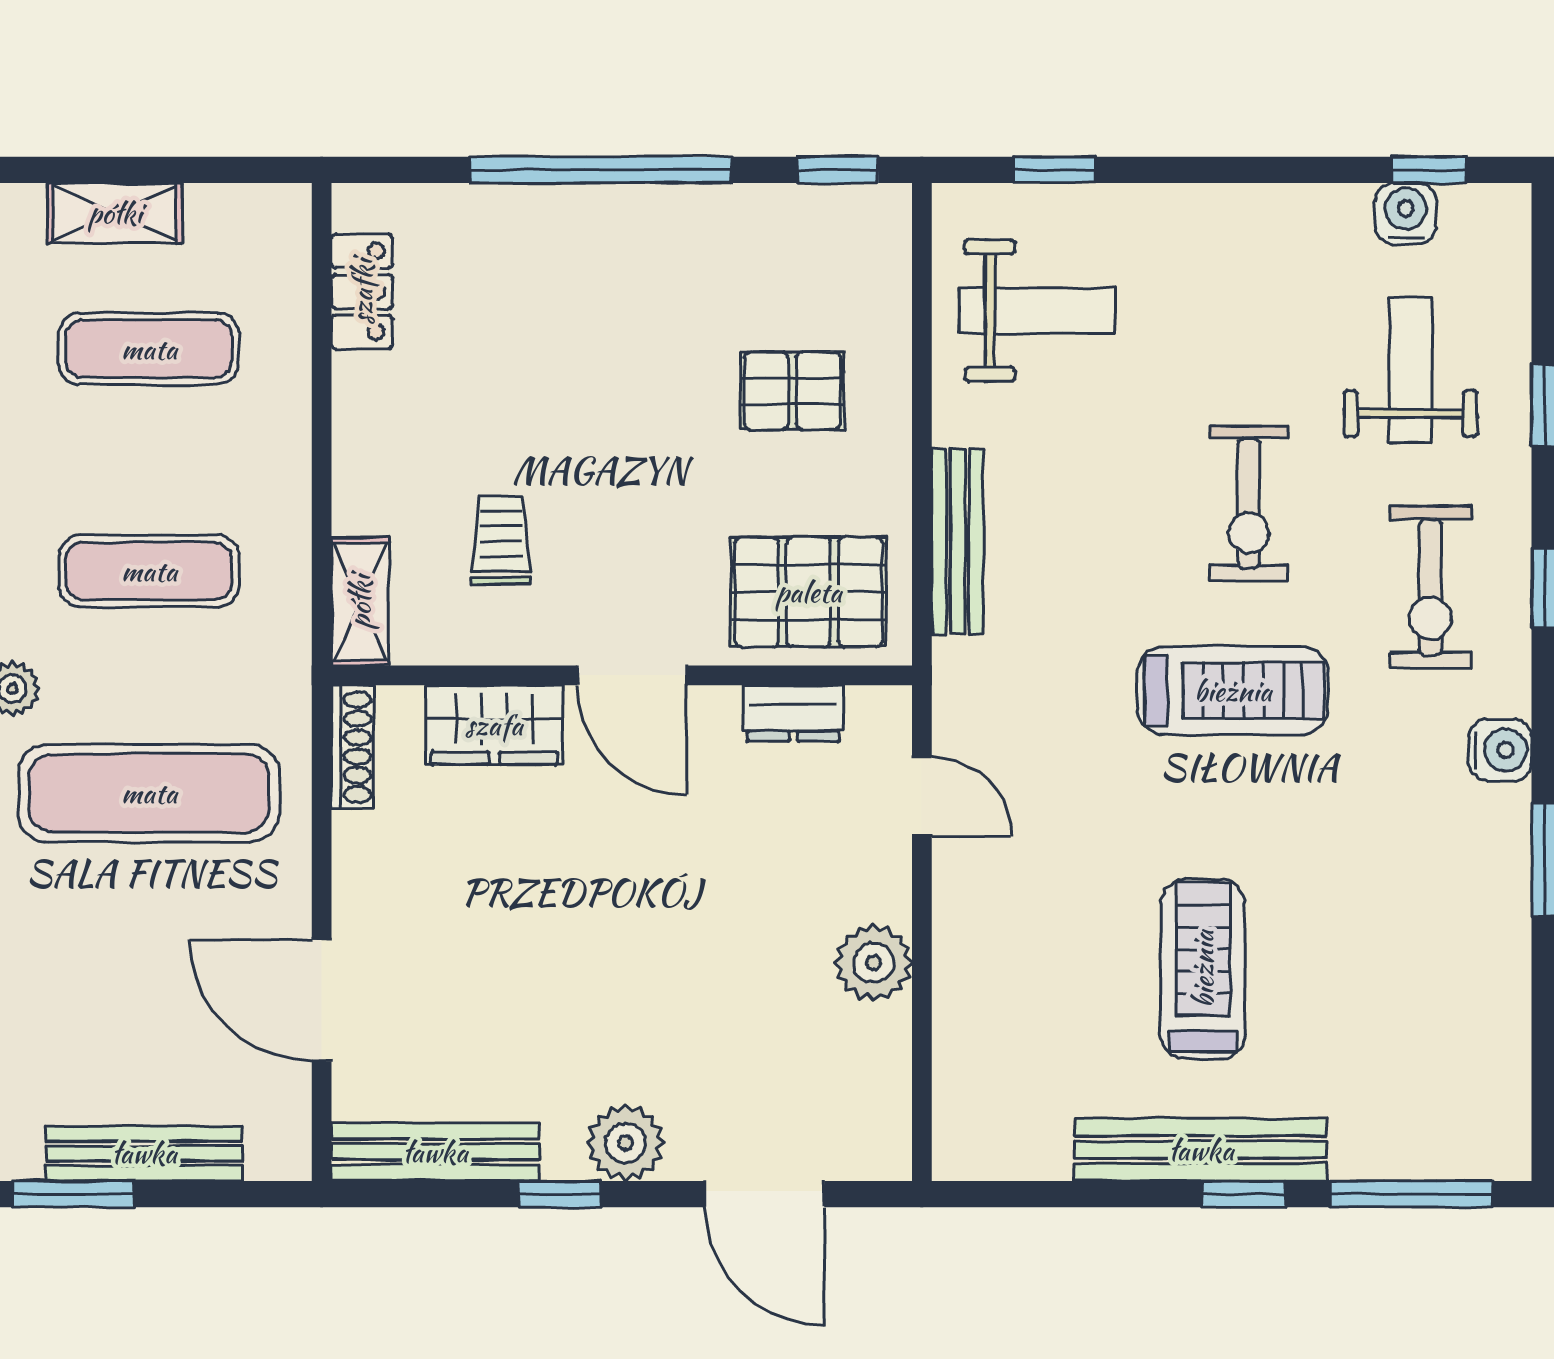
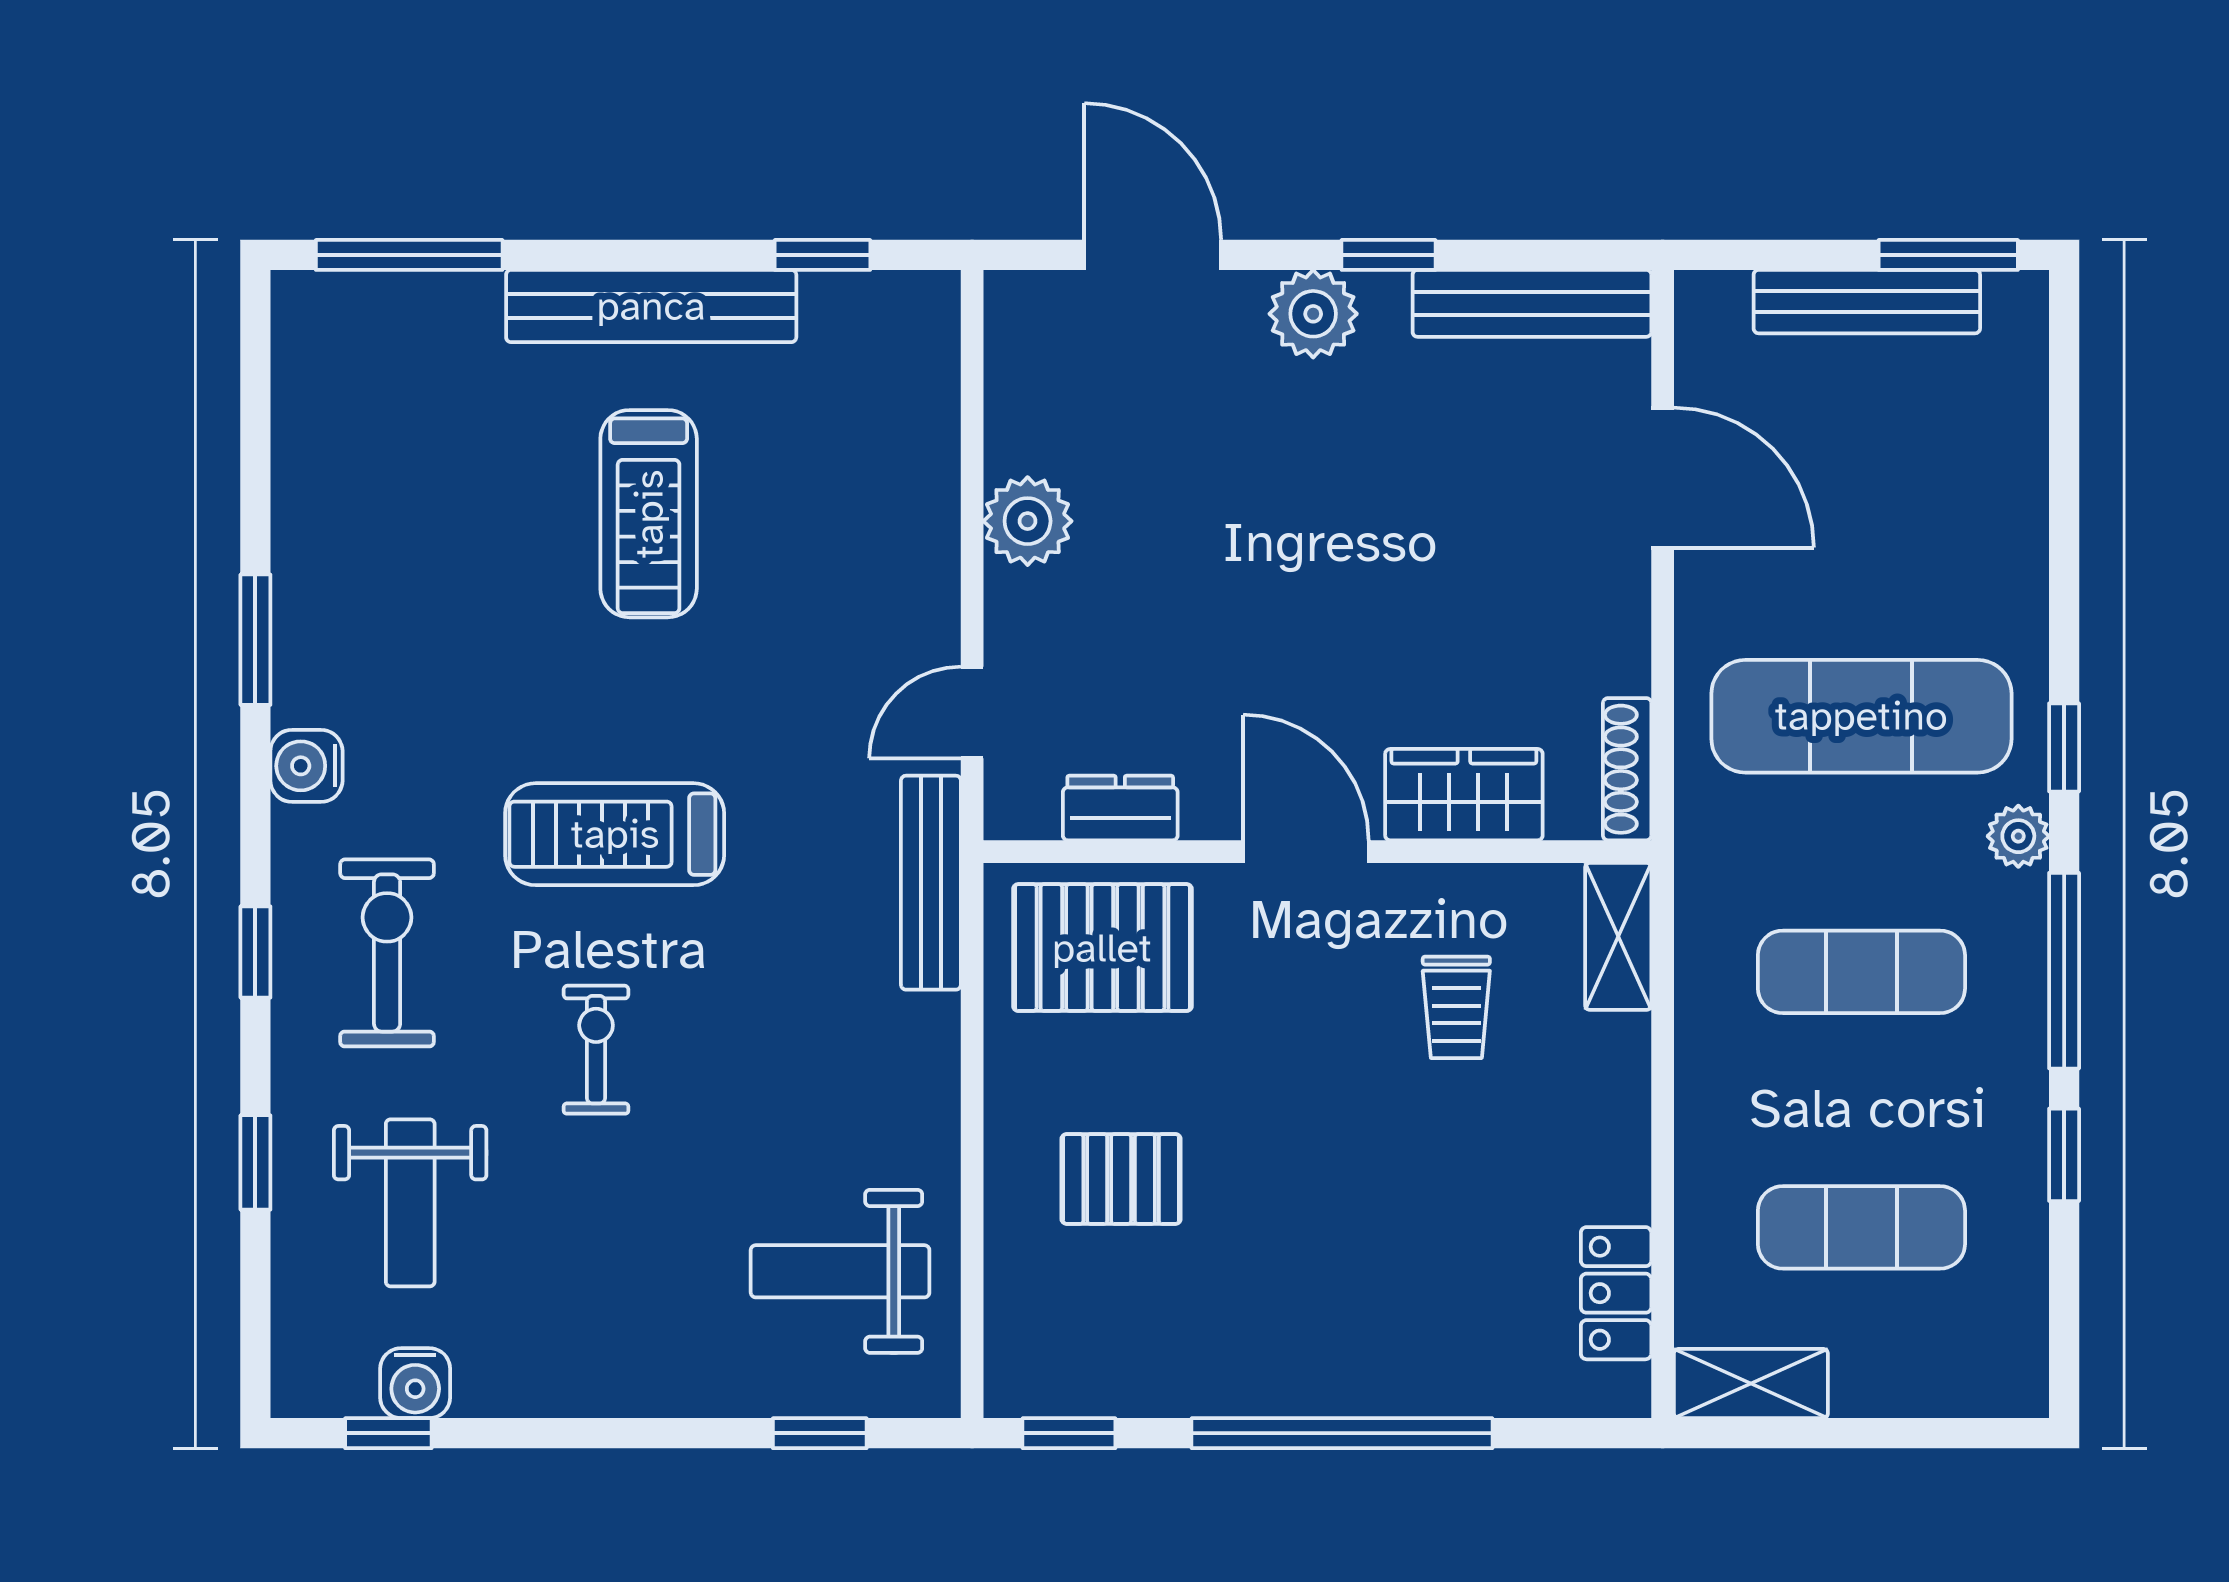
shelving: (115, 213) -> (1751, 1383), moved
exercise bike: (1249, 503) -> (596, 1050), width x0.73, depth x0.72
bench: (958, 541) -> (931, 883), moved
door: (922, 796) -> (972, 713), hinge flipped
window: (1244, 1194) -> (822, 255), moved

